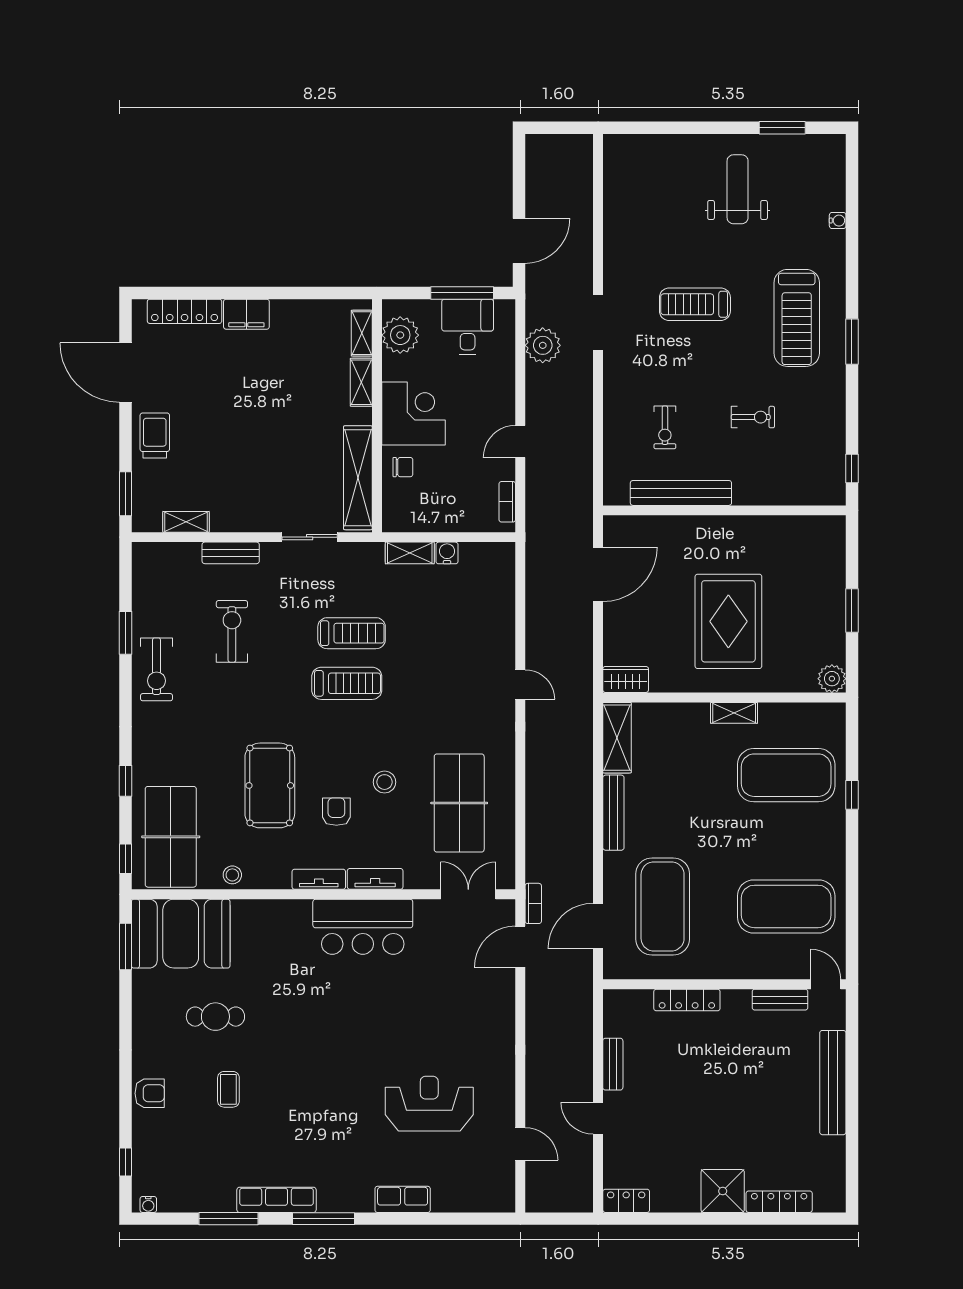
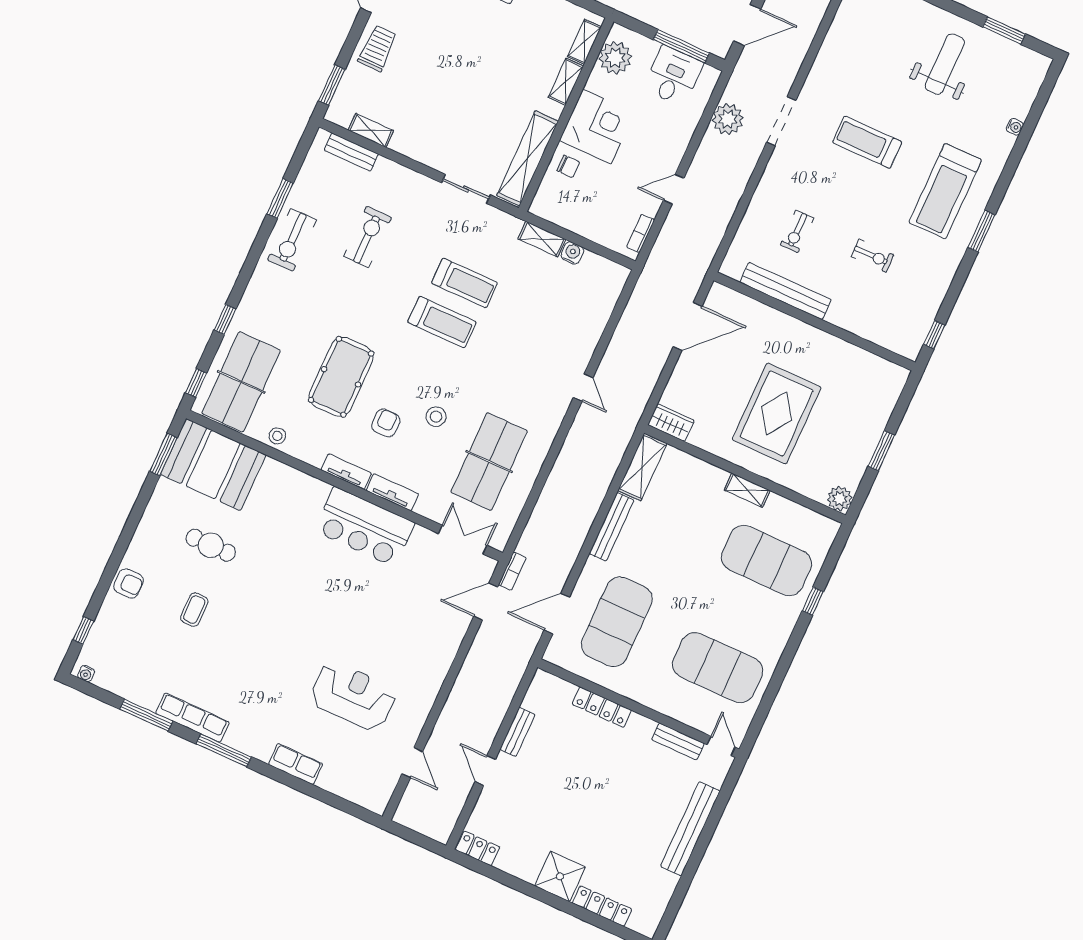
bench: (231, 553) -> (351, 152), moved

